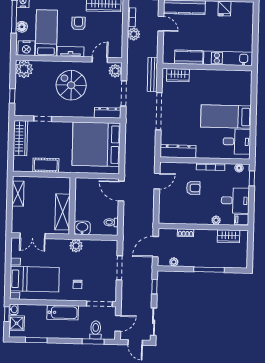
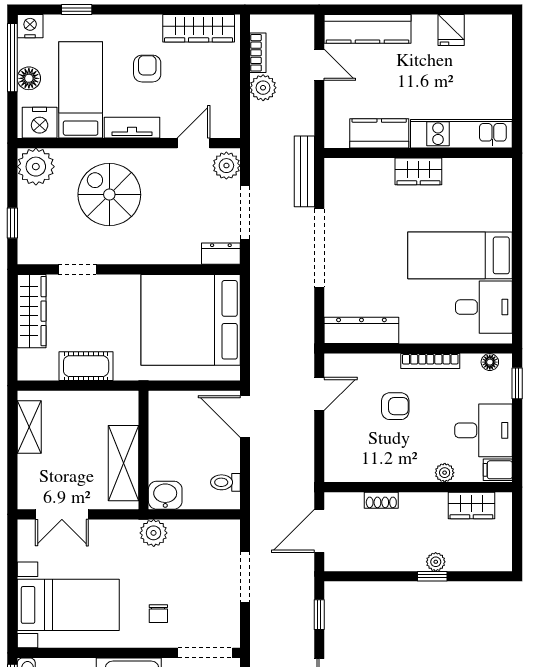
wardrobe: (178, 75) -> (418, 171), moved
spiral stairs: (71, 85) -> (109, 195), moved
dresser: (108, 113) -> (221, 254), width x0.70
plant: (174, 262) -> (436, 562), moved
window: (209, 270) -> (432, 576), width x0.46

